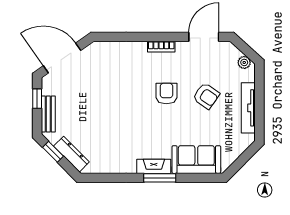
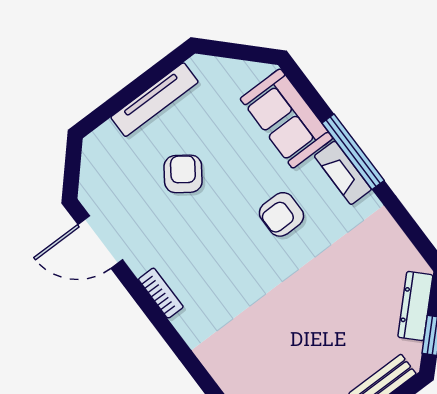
plant: (244, 62) -> (93, 155), removed
armchair: (166, 93) -> (281, 214), moved
window: (160, 178) -> (353, 152), width x1.44

